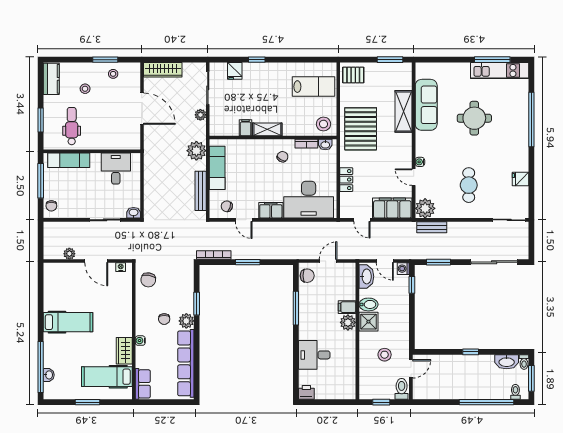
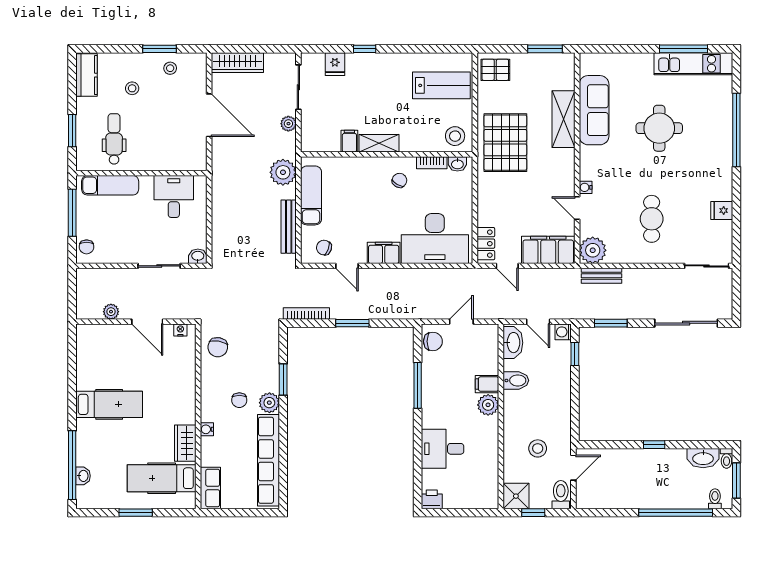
locker: (346, 180) -> (486, 244), moved
shower: (368, 322) -> (516, 496), moved

